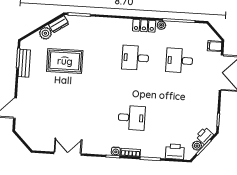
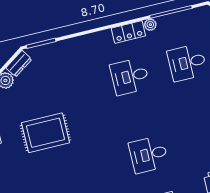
rug: (65, 61) -> (45, 133), moved
desk: (132, 118) -> (149, 155), turned 180

